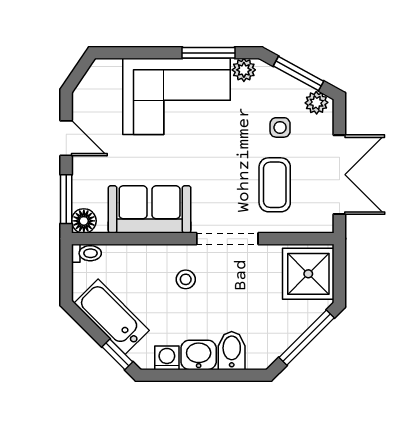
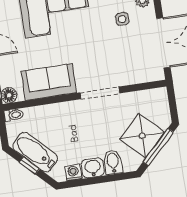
coffee table: (275, 185) -> (124, 55), removed
shower: (308, 274) -> (142, 136), moved, turned 45
stool: (186, 279) -> (78, 122), removed
window: (117, 354) -> (29, 166), moved

